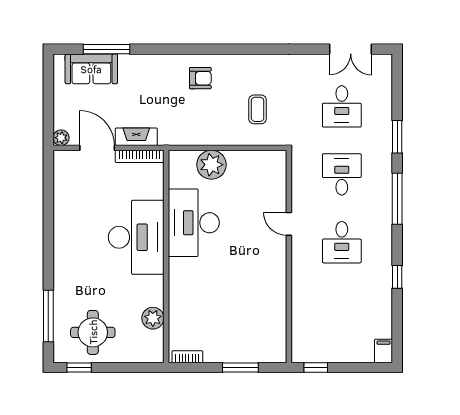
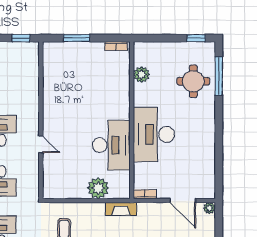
fireplace: (136, 137) -> (121, 209), moved
bookcase: (140, 156) -> (145, 194), width x0.64
round table: (93, 332) -> (193, 81), moved

